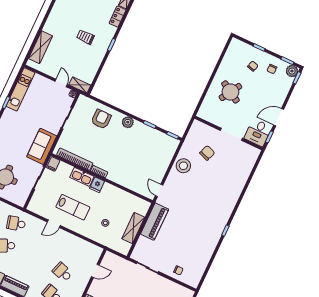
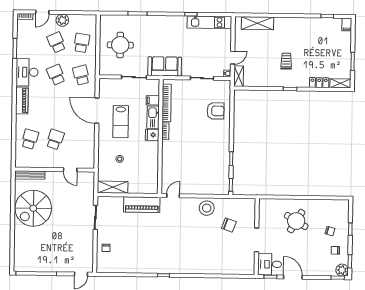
plant: (128, 122) -> (224, 137), removed
filing cabinet: (53, 164) -> (153, 100), moved
door: (54, 224) -> (97, 111), width x1.88
shelving: (133, 228) -> (113, 187), moved

